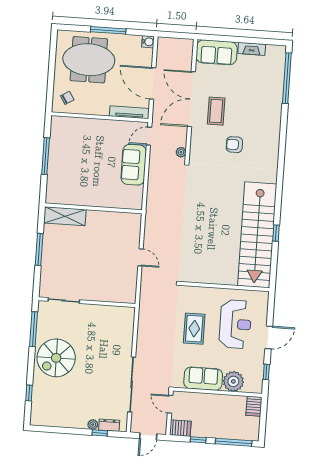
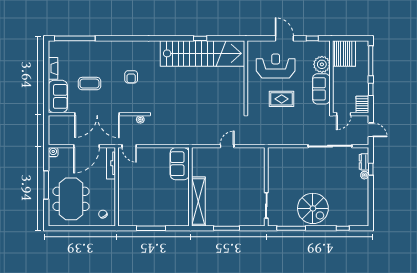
coffee table: (216, 111) -> (89, 84), moved
sofa: (134, 165) -> (180, 164), moved, turned 90
shelving: (65, 216) -> (198, 202), width x1.47
server rack: (254, 406) -> (344, 53), width x2.18, depth x1.44

